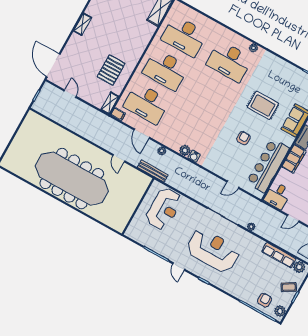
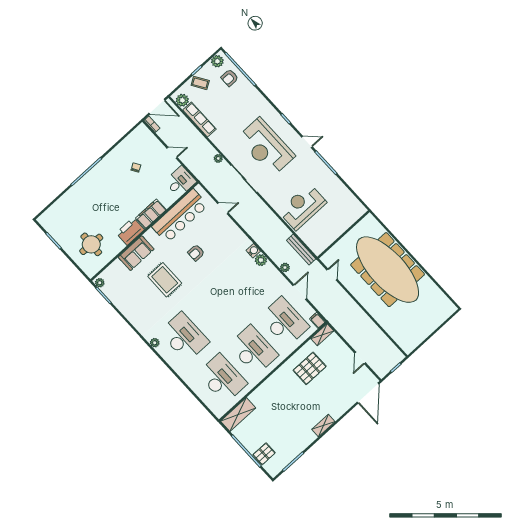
wall: (138, 206) -> (344, 235), moved
door: (179, 267) -> (307, 142), hinge flipped

